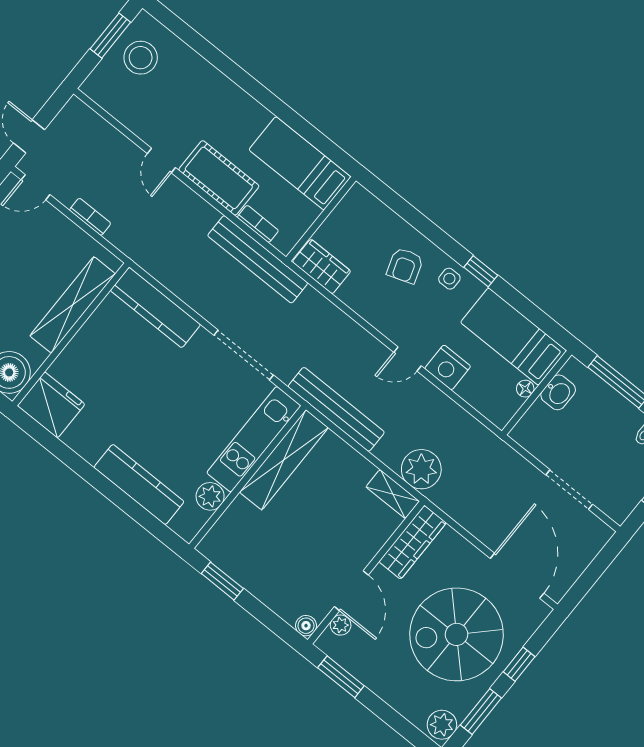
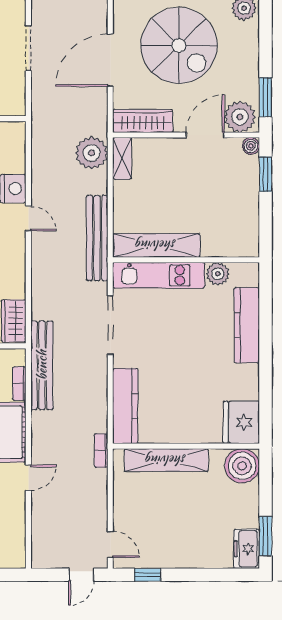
bookcase: (90, 217) -> (101, 451), moved
door: (517, 576) -> (110, 60), moved
window: (222, 581) -> (265, 174), moved
plant: (341, 625) -> (240, 117), width x1.87, depth x1.87

